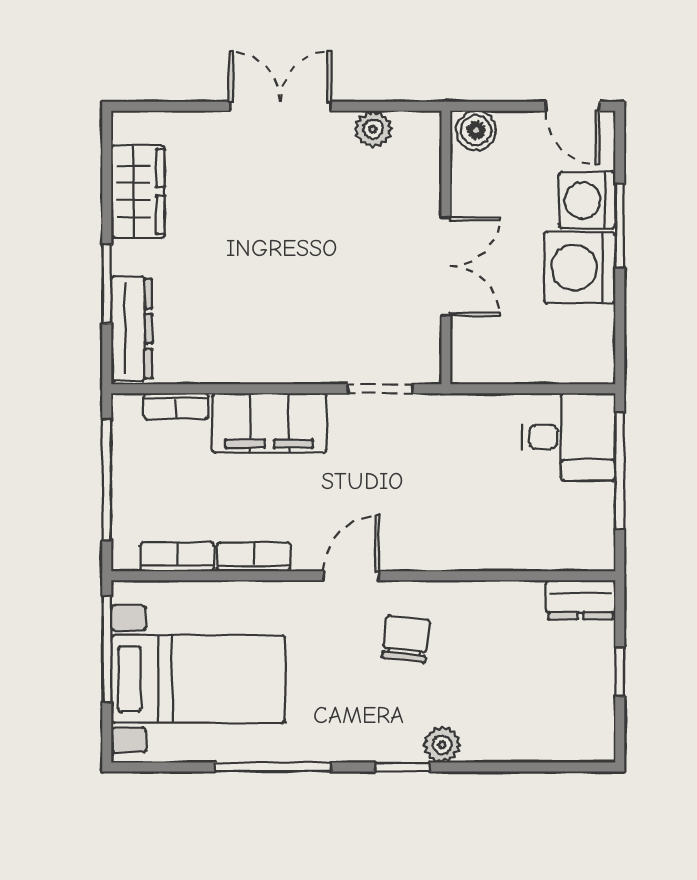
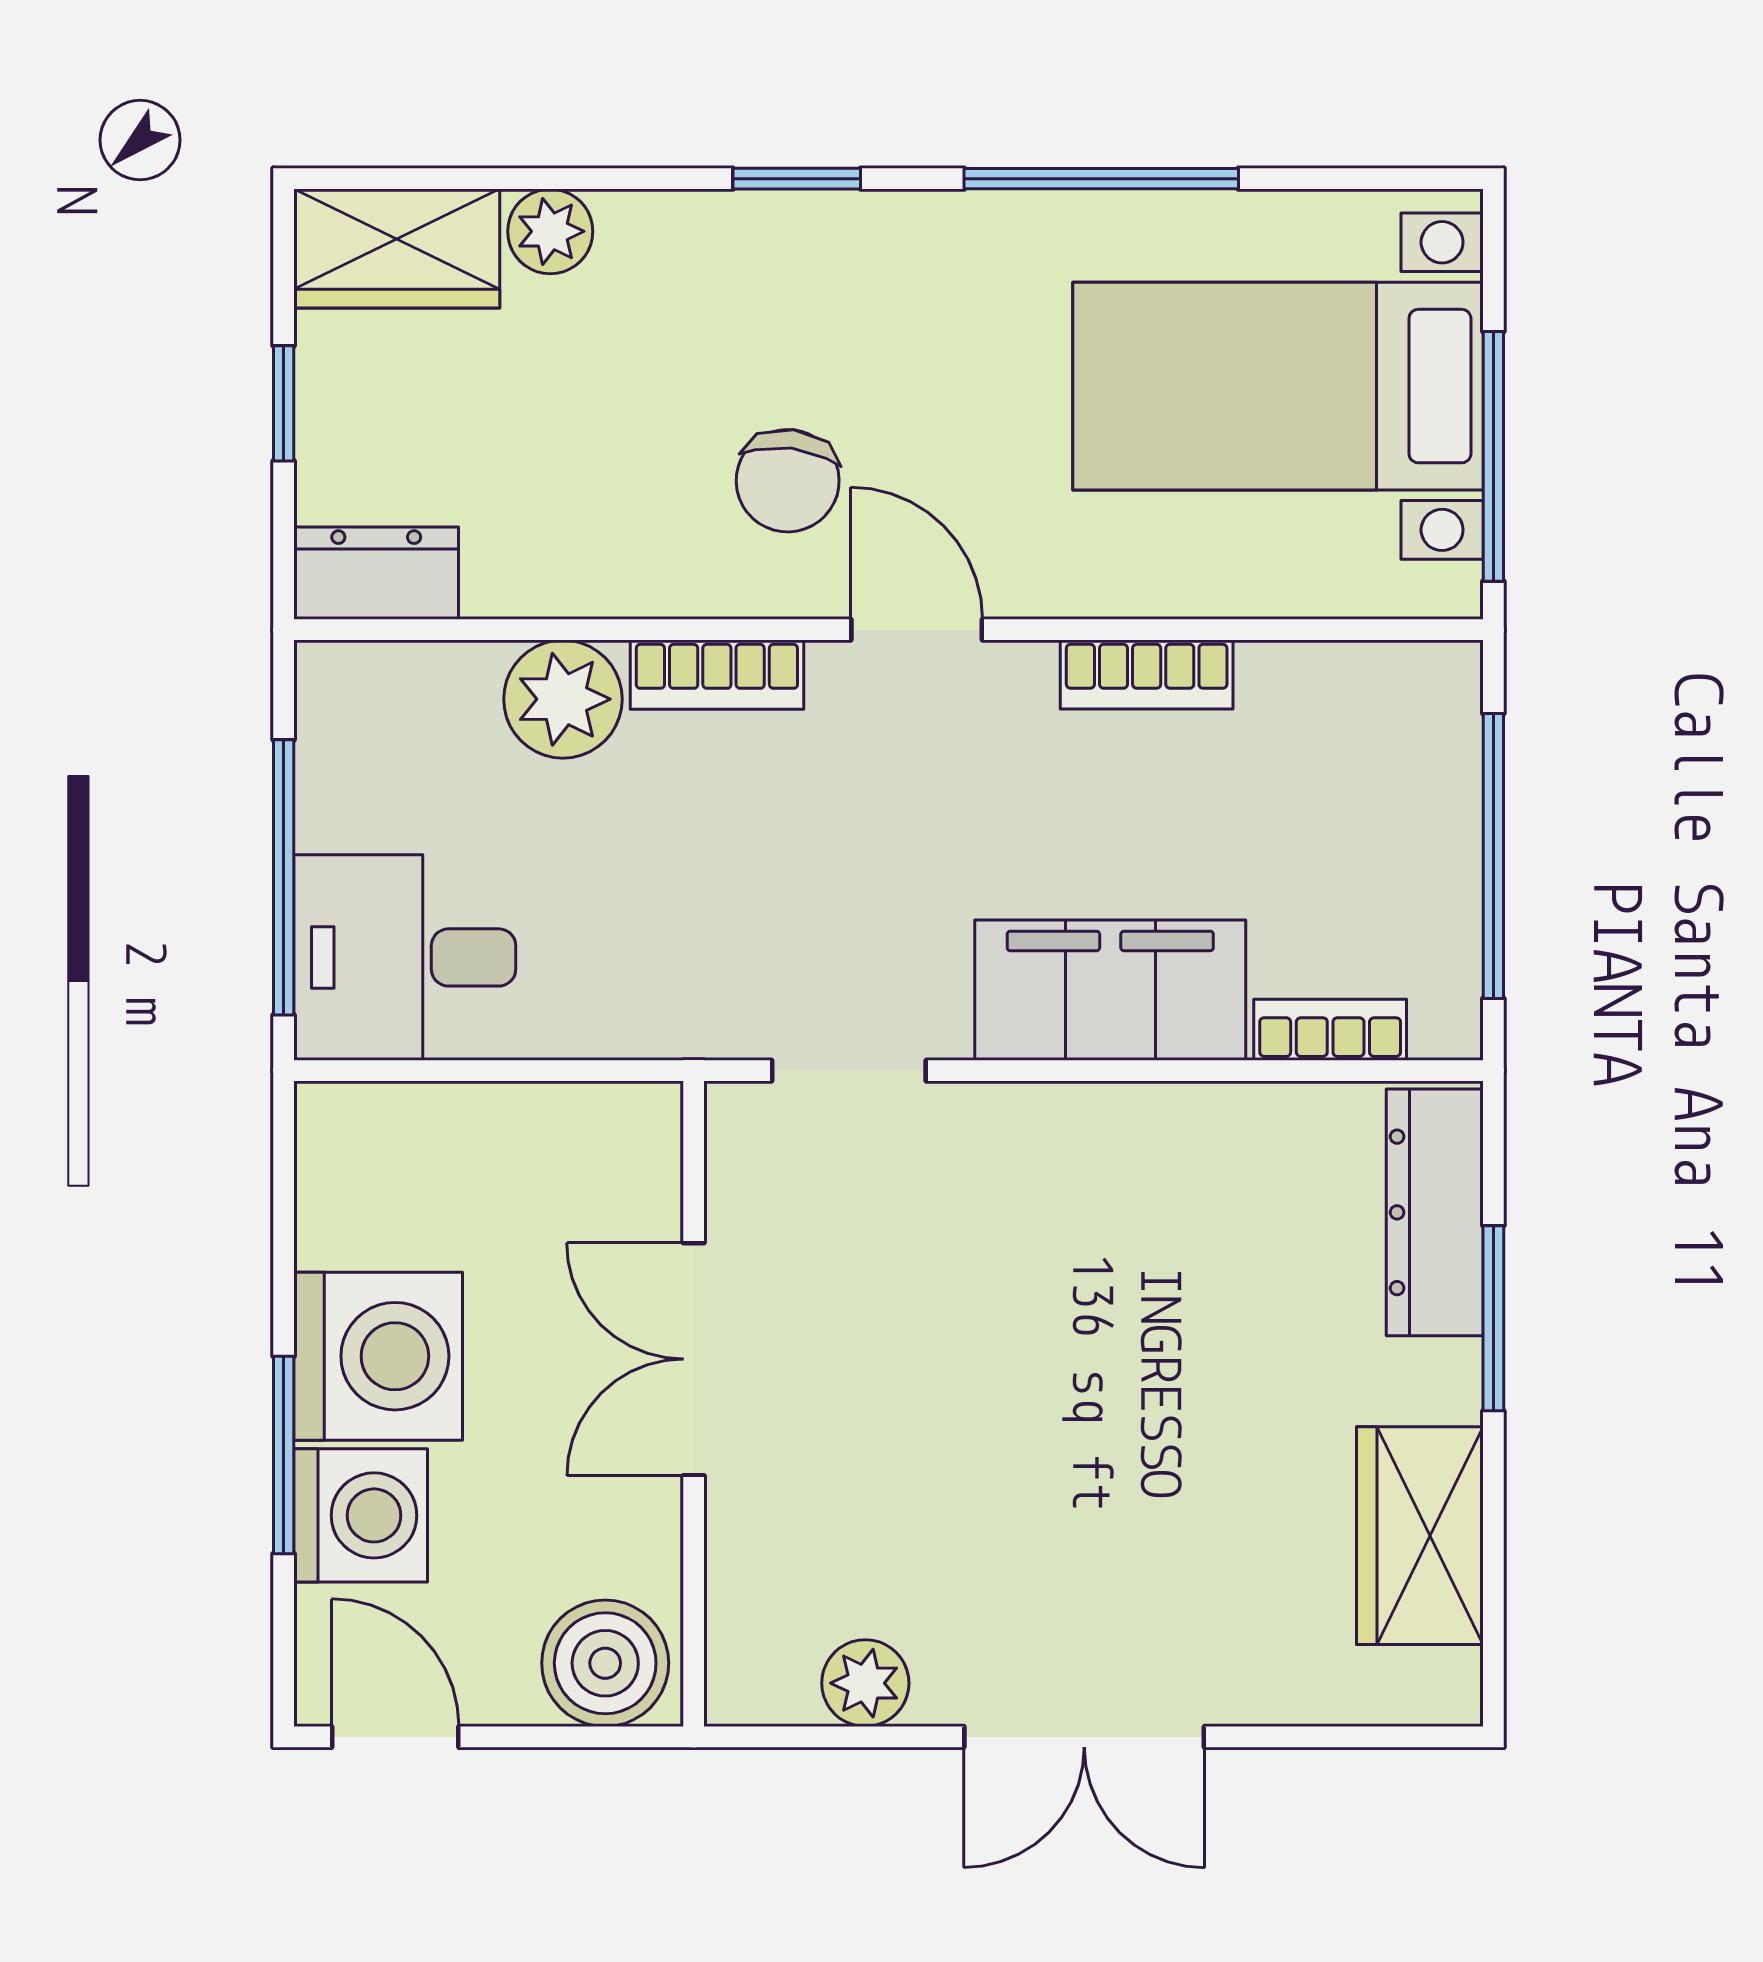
boiler: (476, 130) -> (605, 1663), width x1.36, depth x1.36
plant: (501, 546) -> (563, 699), added
bookcase: (177, 557) -> (717, 675), moved
door: (351, 576) -> (917, 630), swing flipped
wardrobe: (572, 737) -> (397, 249), added
plant: (442, 745) -> (550, 231), moved

